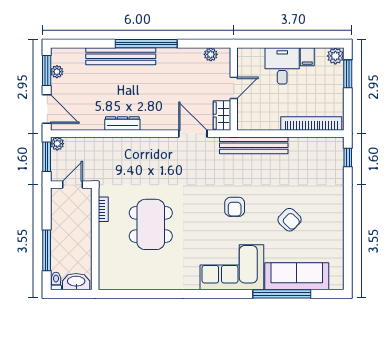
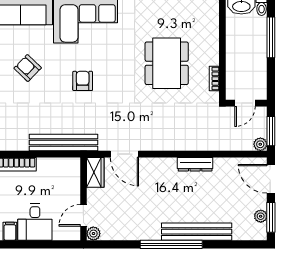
plant: (211, 54) -> (93, 234), moved
door: (234, 88) -> (83, 215), moved

